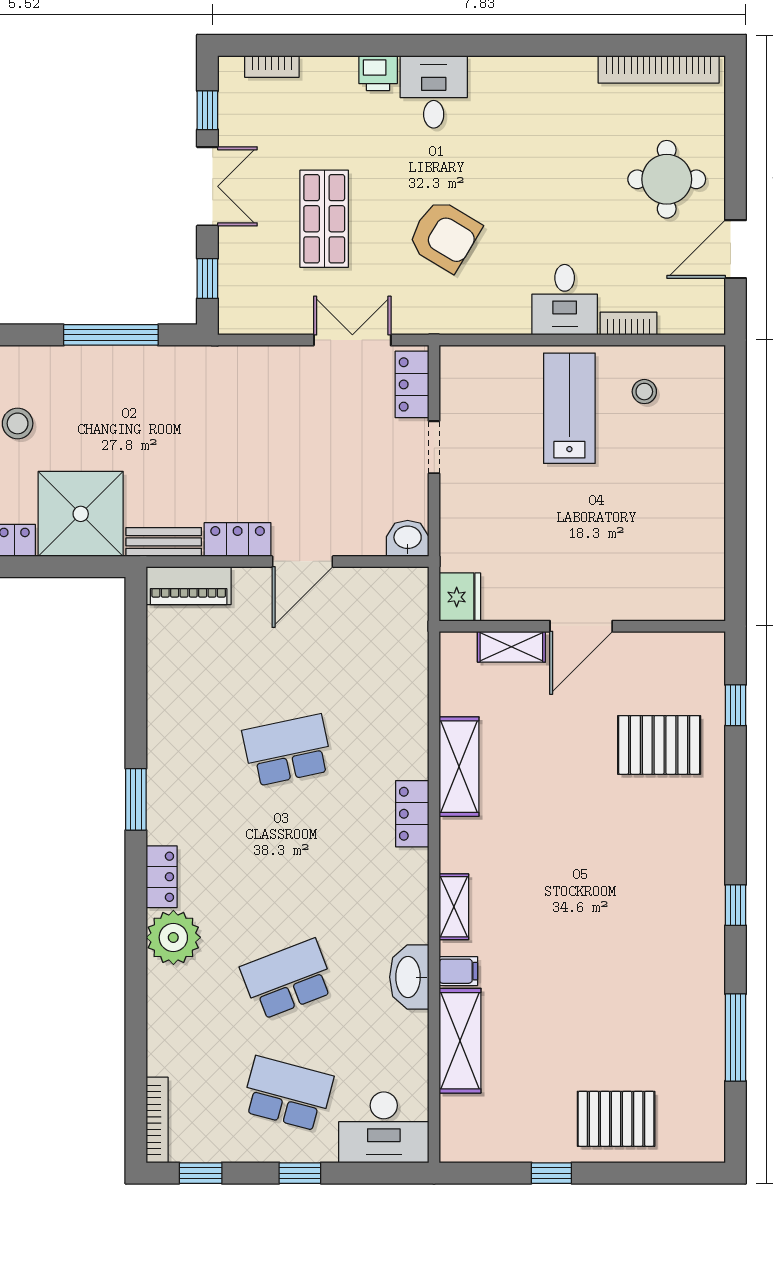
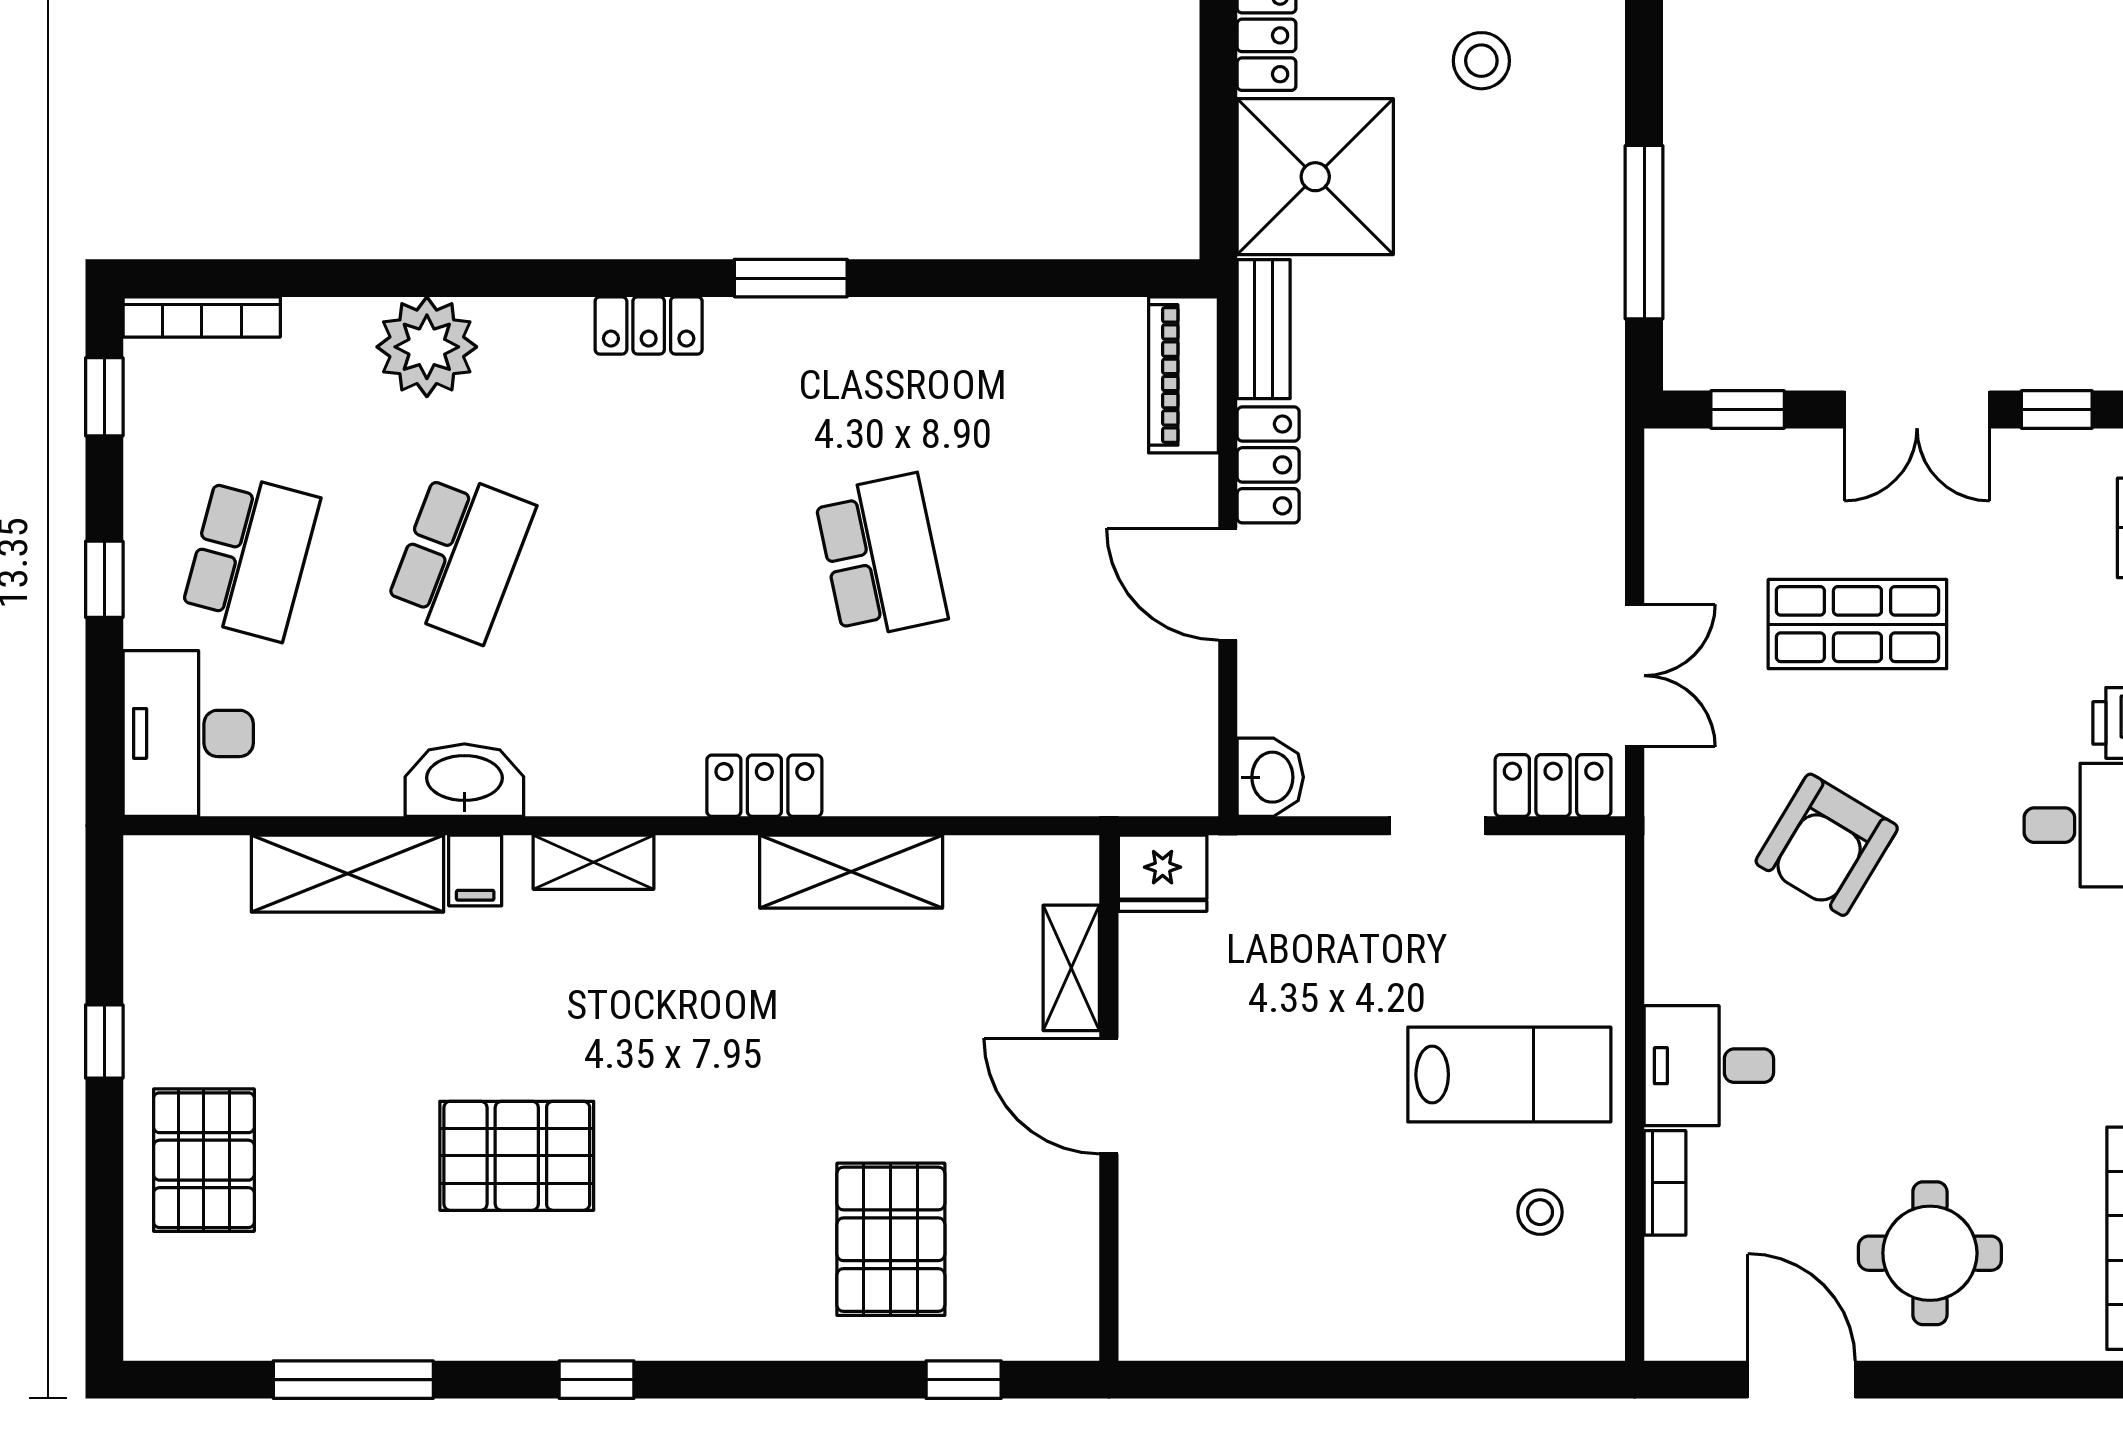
plant: (173, 937) -> (427, 347), moved
pallet: (614, 949) -> (517, 1156), added
school desk: (288, 979) -> (461, 557), turned 42

